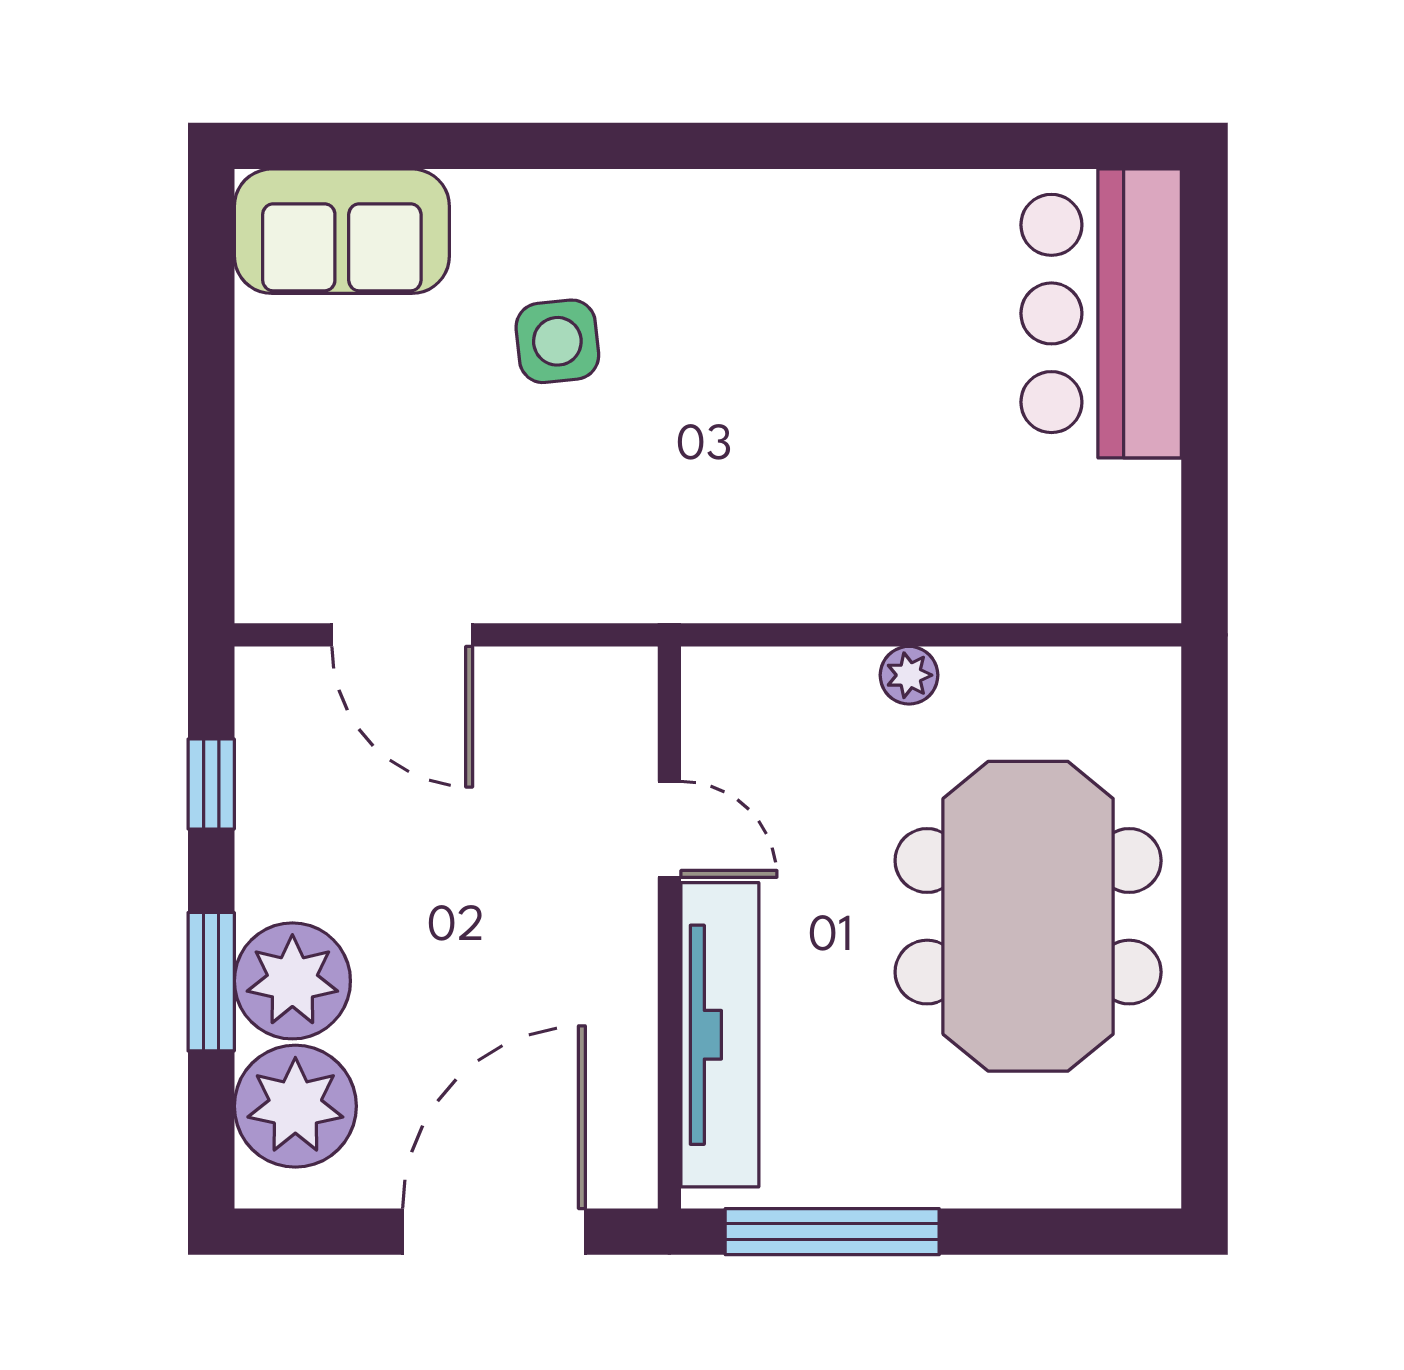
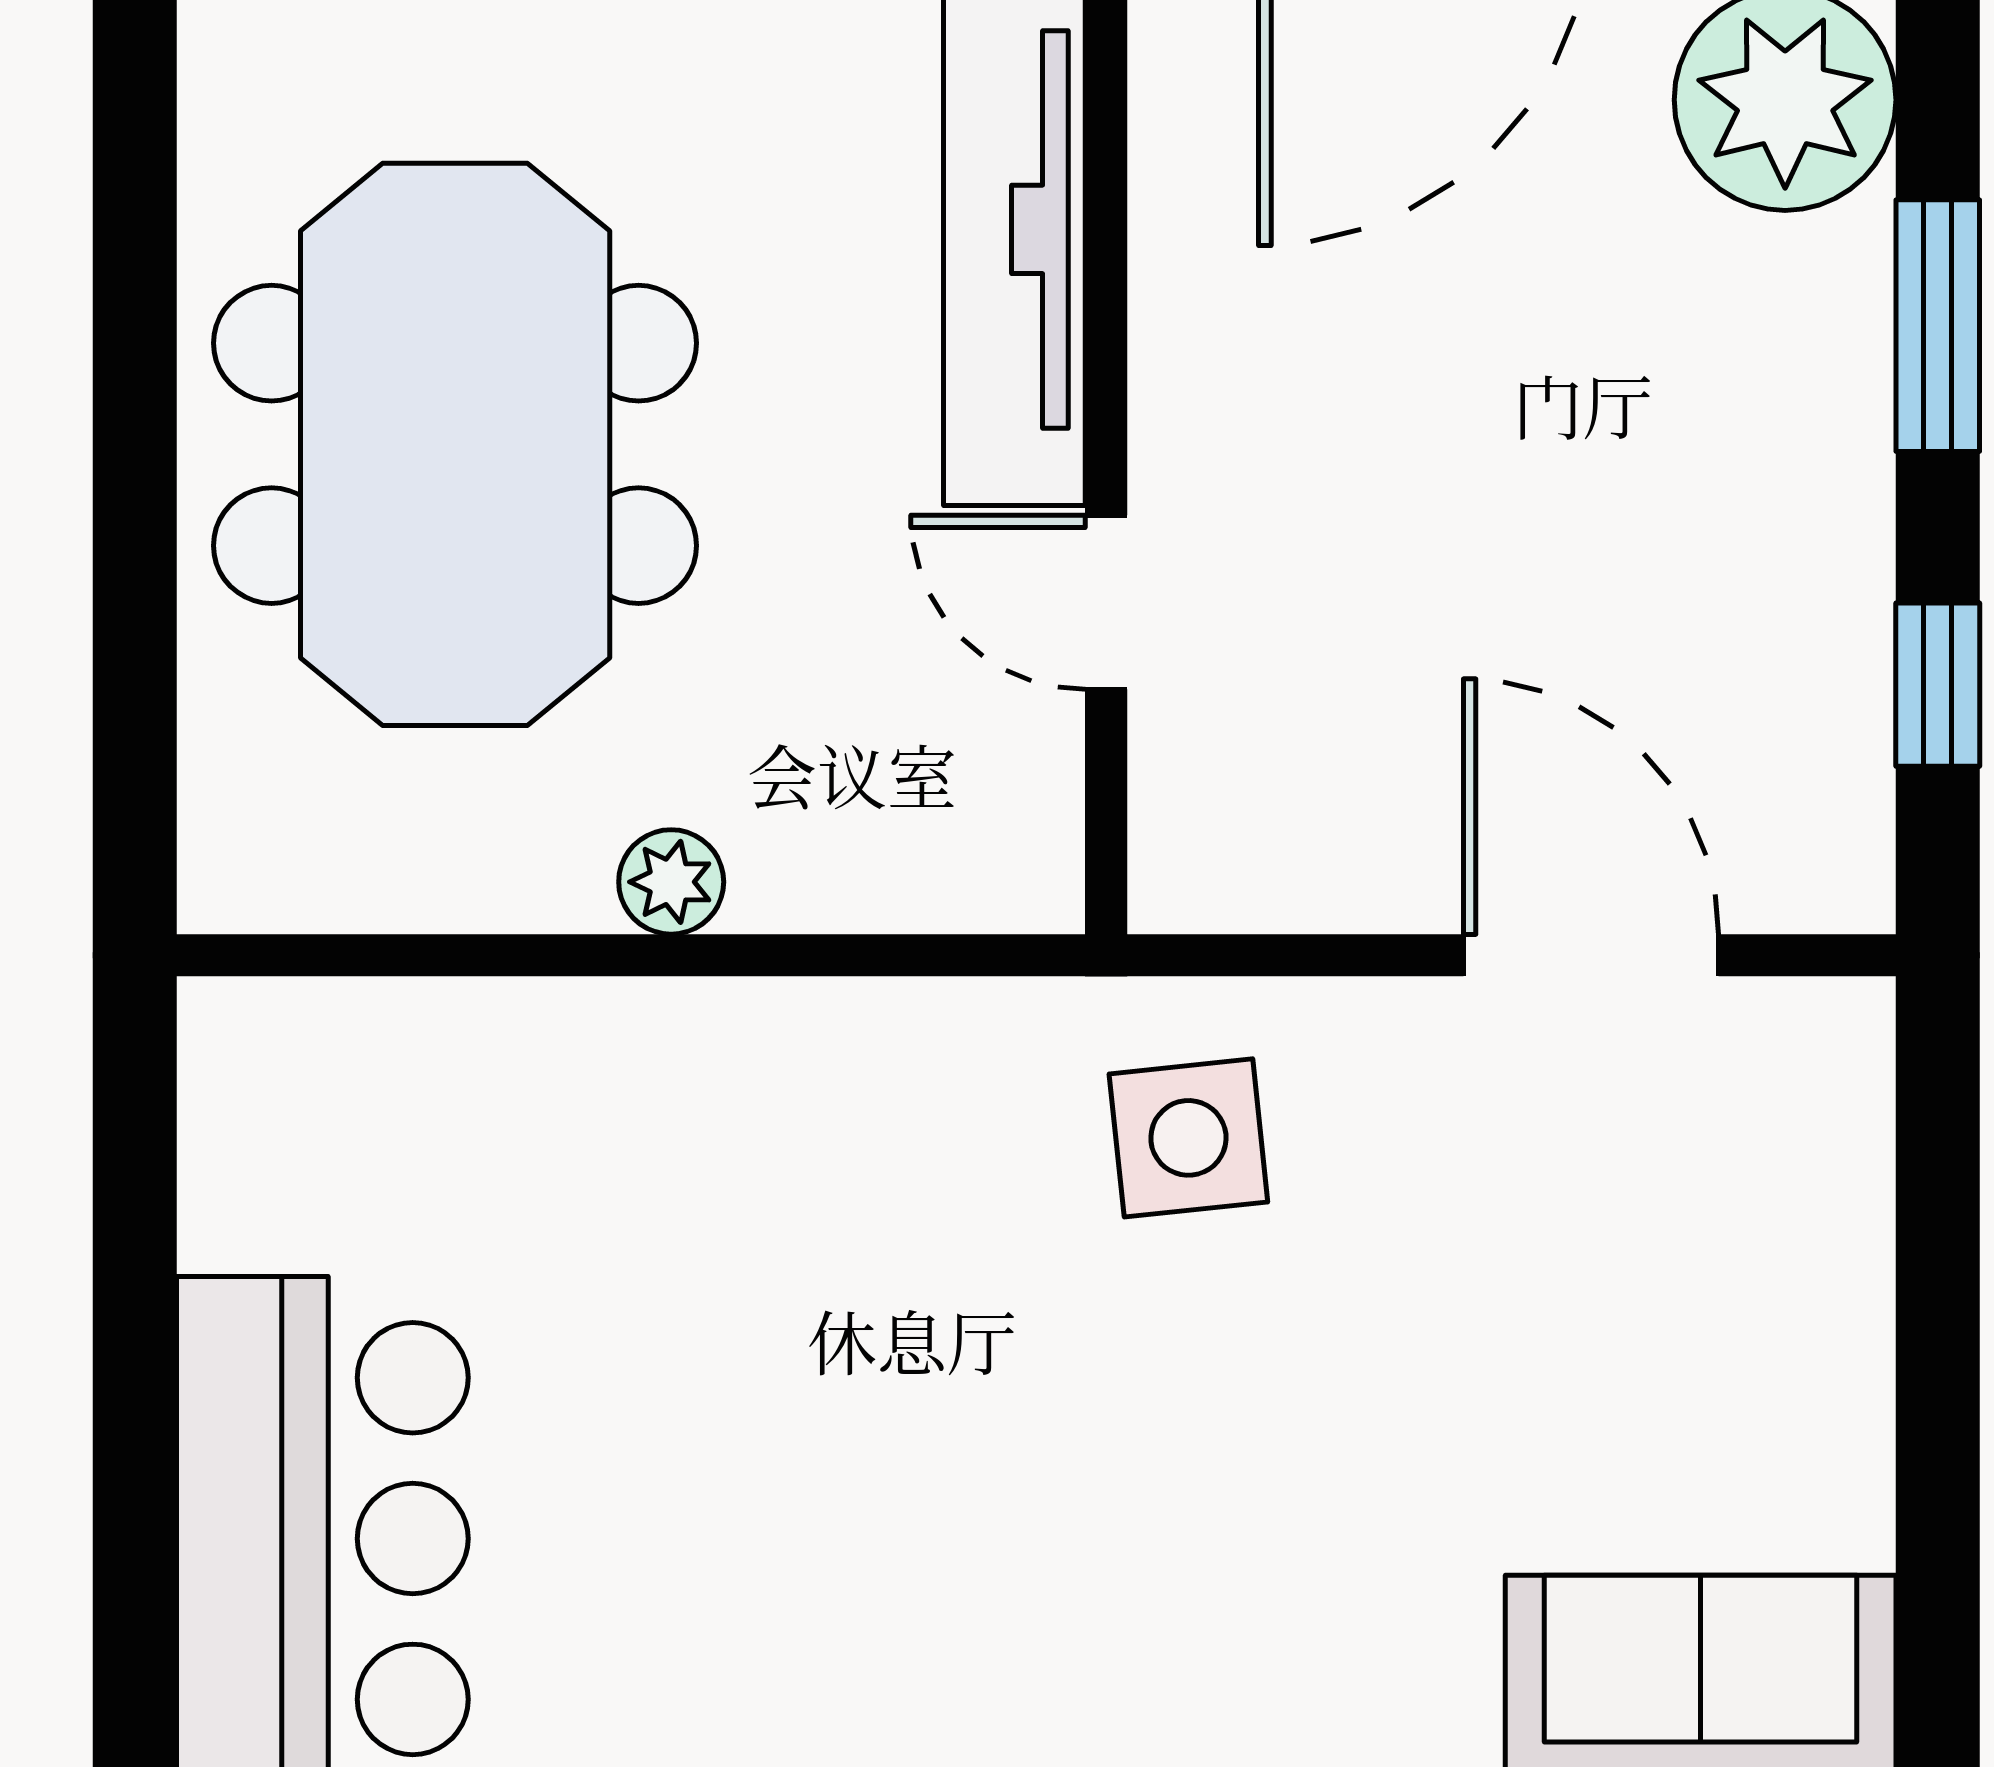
side table: (557, 341) -> (1188, 1138), moved
plant: (292, 981) -> (1790, 327), removed

